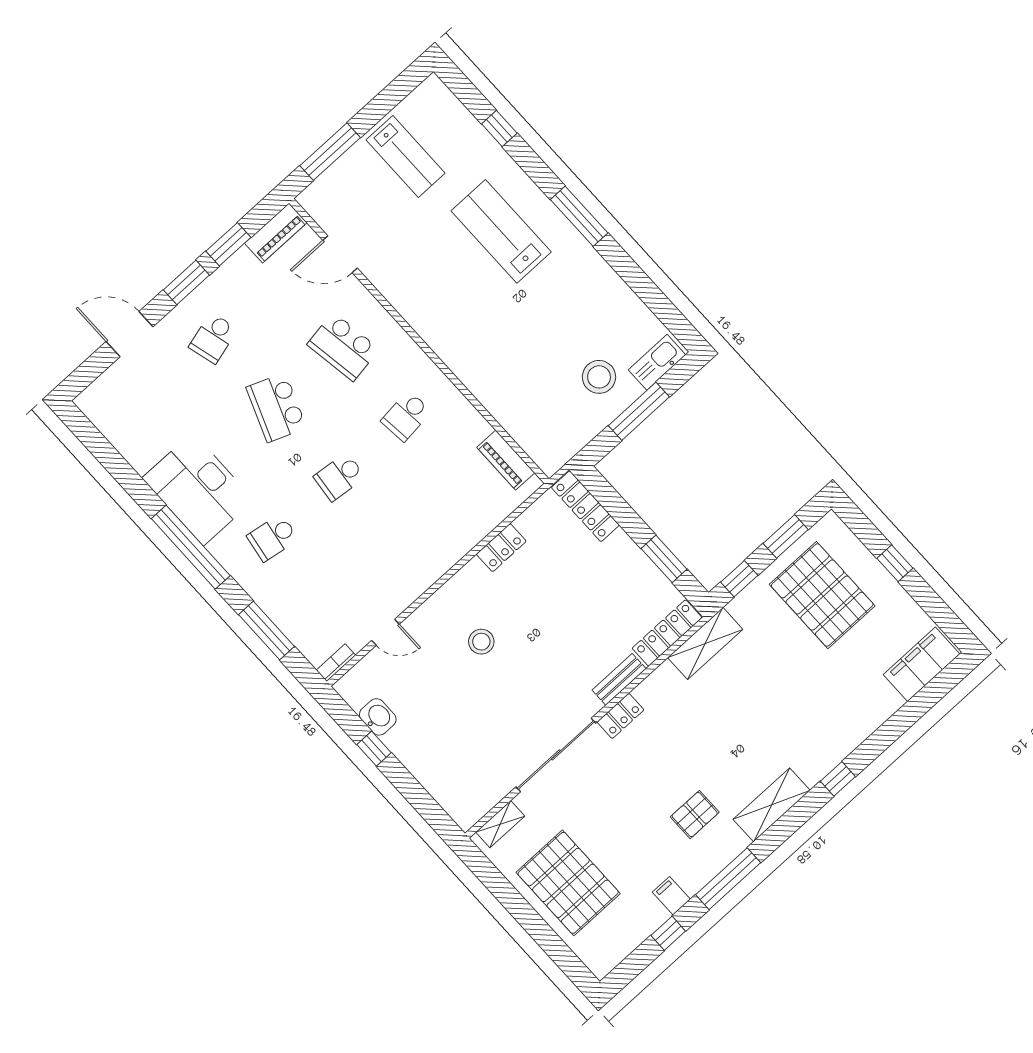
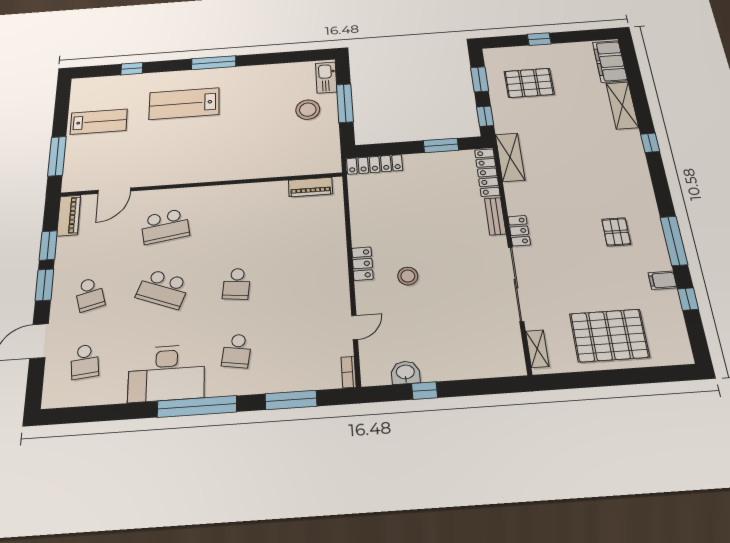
school desk: (406, 416) -> (85, 361), moved
locker: (501, 548) -> (362, 264), moved
pallet: (822, 595) -> (529, 83), width x0.73, depth x0.71
shelving: (772, 805) -> (622, 105), moved

